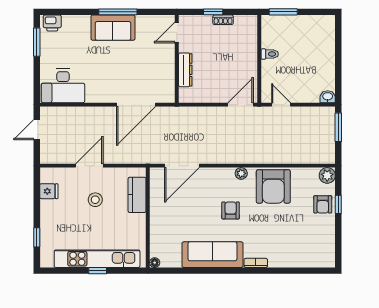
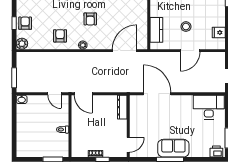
dresser: (185, 70) -> (122, 107), moved
door: (136, 105) -> (157, 94), hinge flipped
door: (241, 105) -> (83, 94), hinge flipped
armchair: (273, 186) -> (60, 36), width x0.53, depth x0.53

